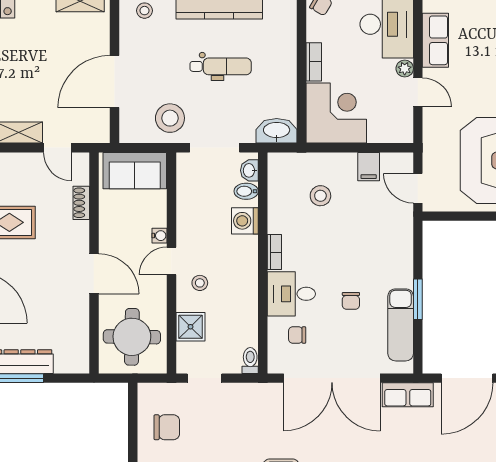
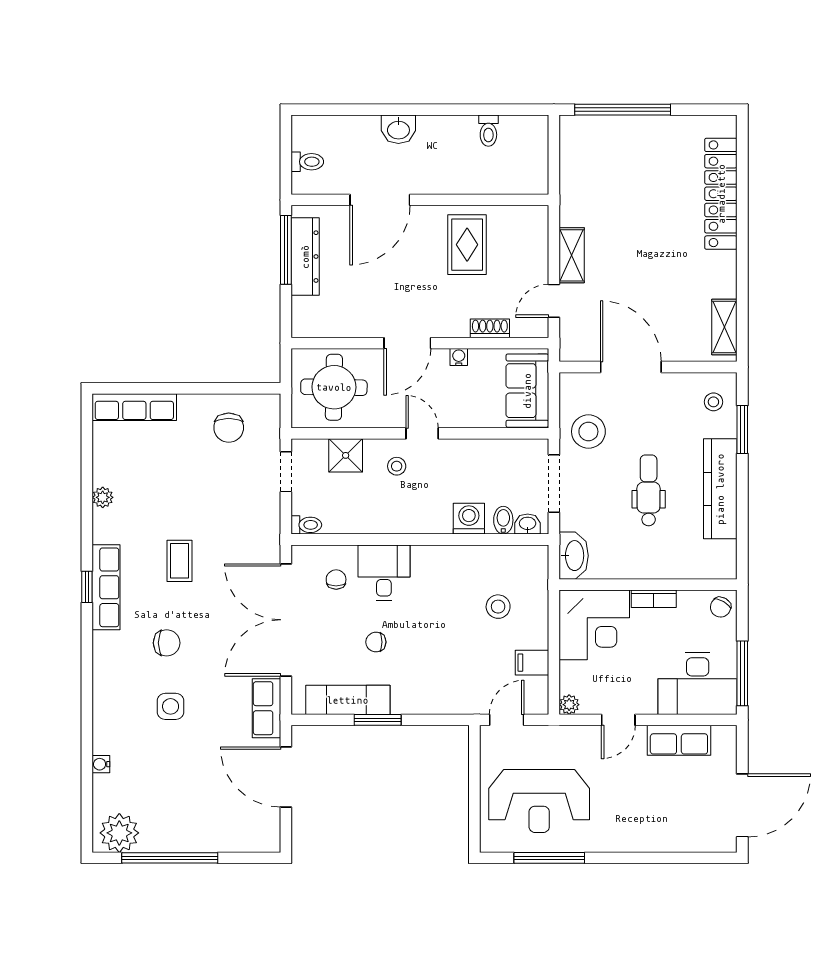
dental chair: (221, 66) -> (649, 490), turned 180
plant: (405, 68) -> (569, 705), moved
water cooler: (160, 236) -> (459, 357), moved, turned 180
bookcase: (274, 252) -> (433, 553), removed

